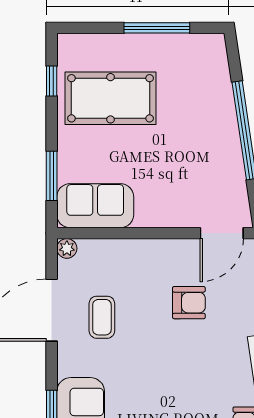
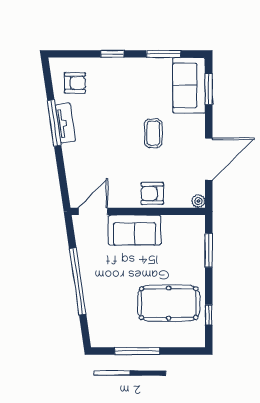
sofa: (95, 206) -> (135, 230), moved
armchair: (189, 303) -> (152, 193), moved
coffee table: (102, 317) -> (153, 133), moved

